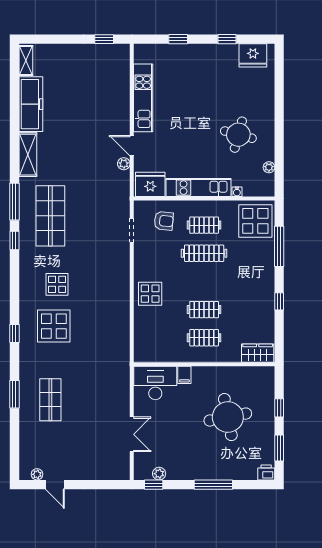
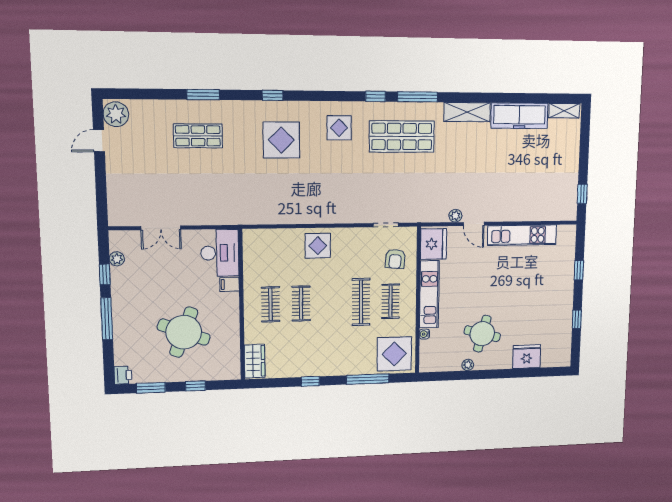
fridge: (253, 55) -> (527, 357), moved, turned 90
door: (132, 146) -> (474, 224), swing flipped
plant: (269, 167) -> (468, 365), moved
display table: (57, 284) -> (339, 128), moved
round table: (228, 417) -> (184, 332), turned 32
plant: (37, 474) -> (116, 114), width x1.87, depth x1.87
window: (154, 485) -> (105, 274), moved

